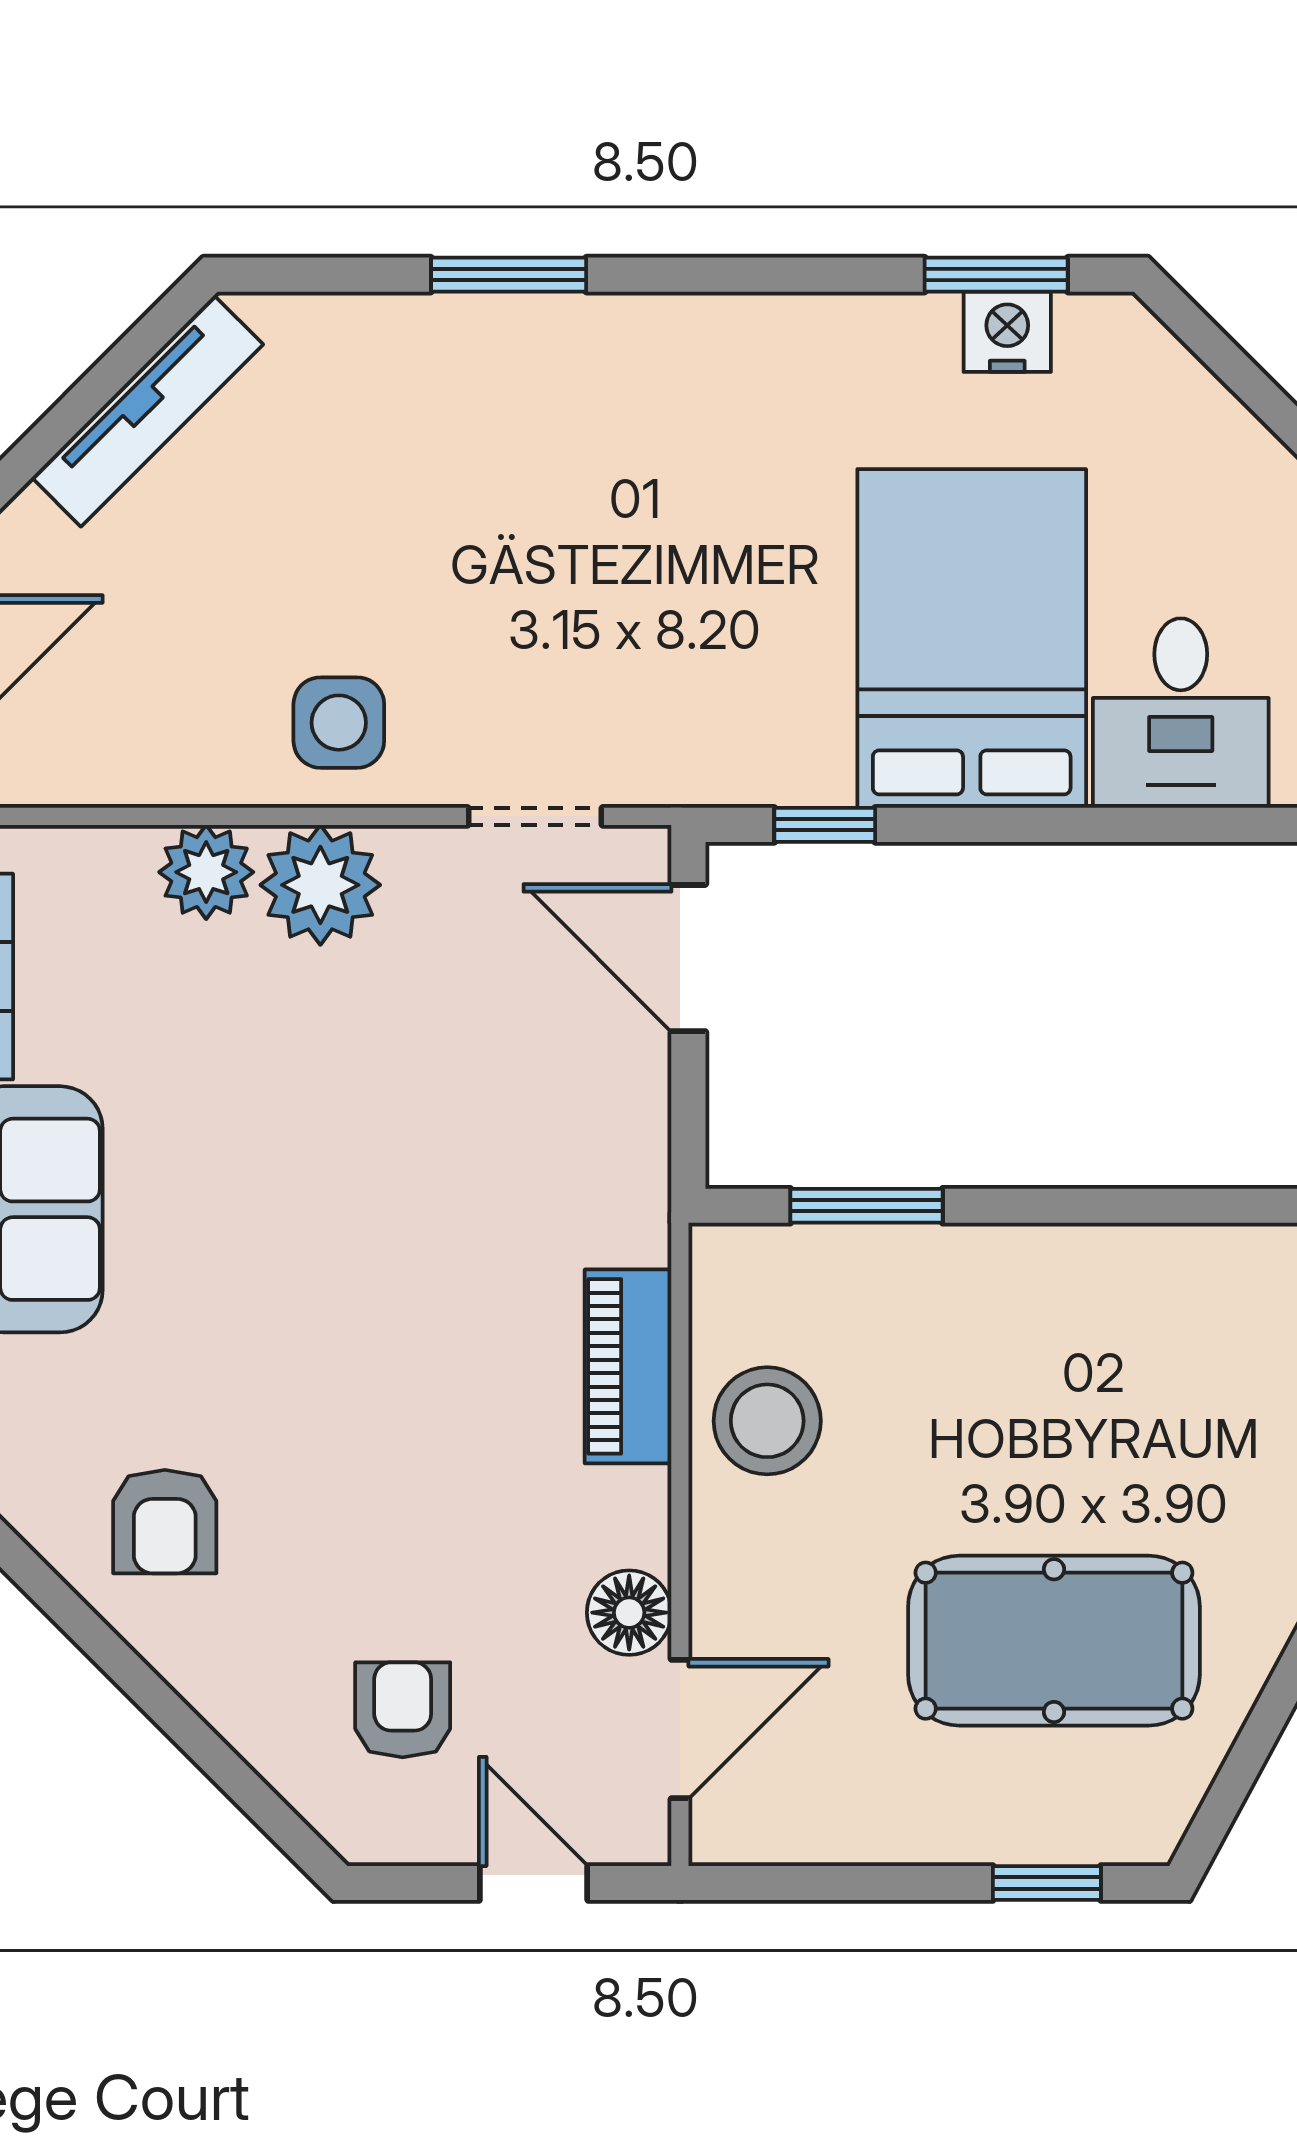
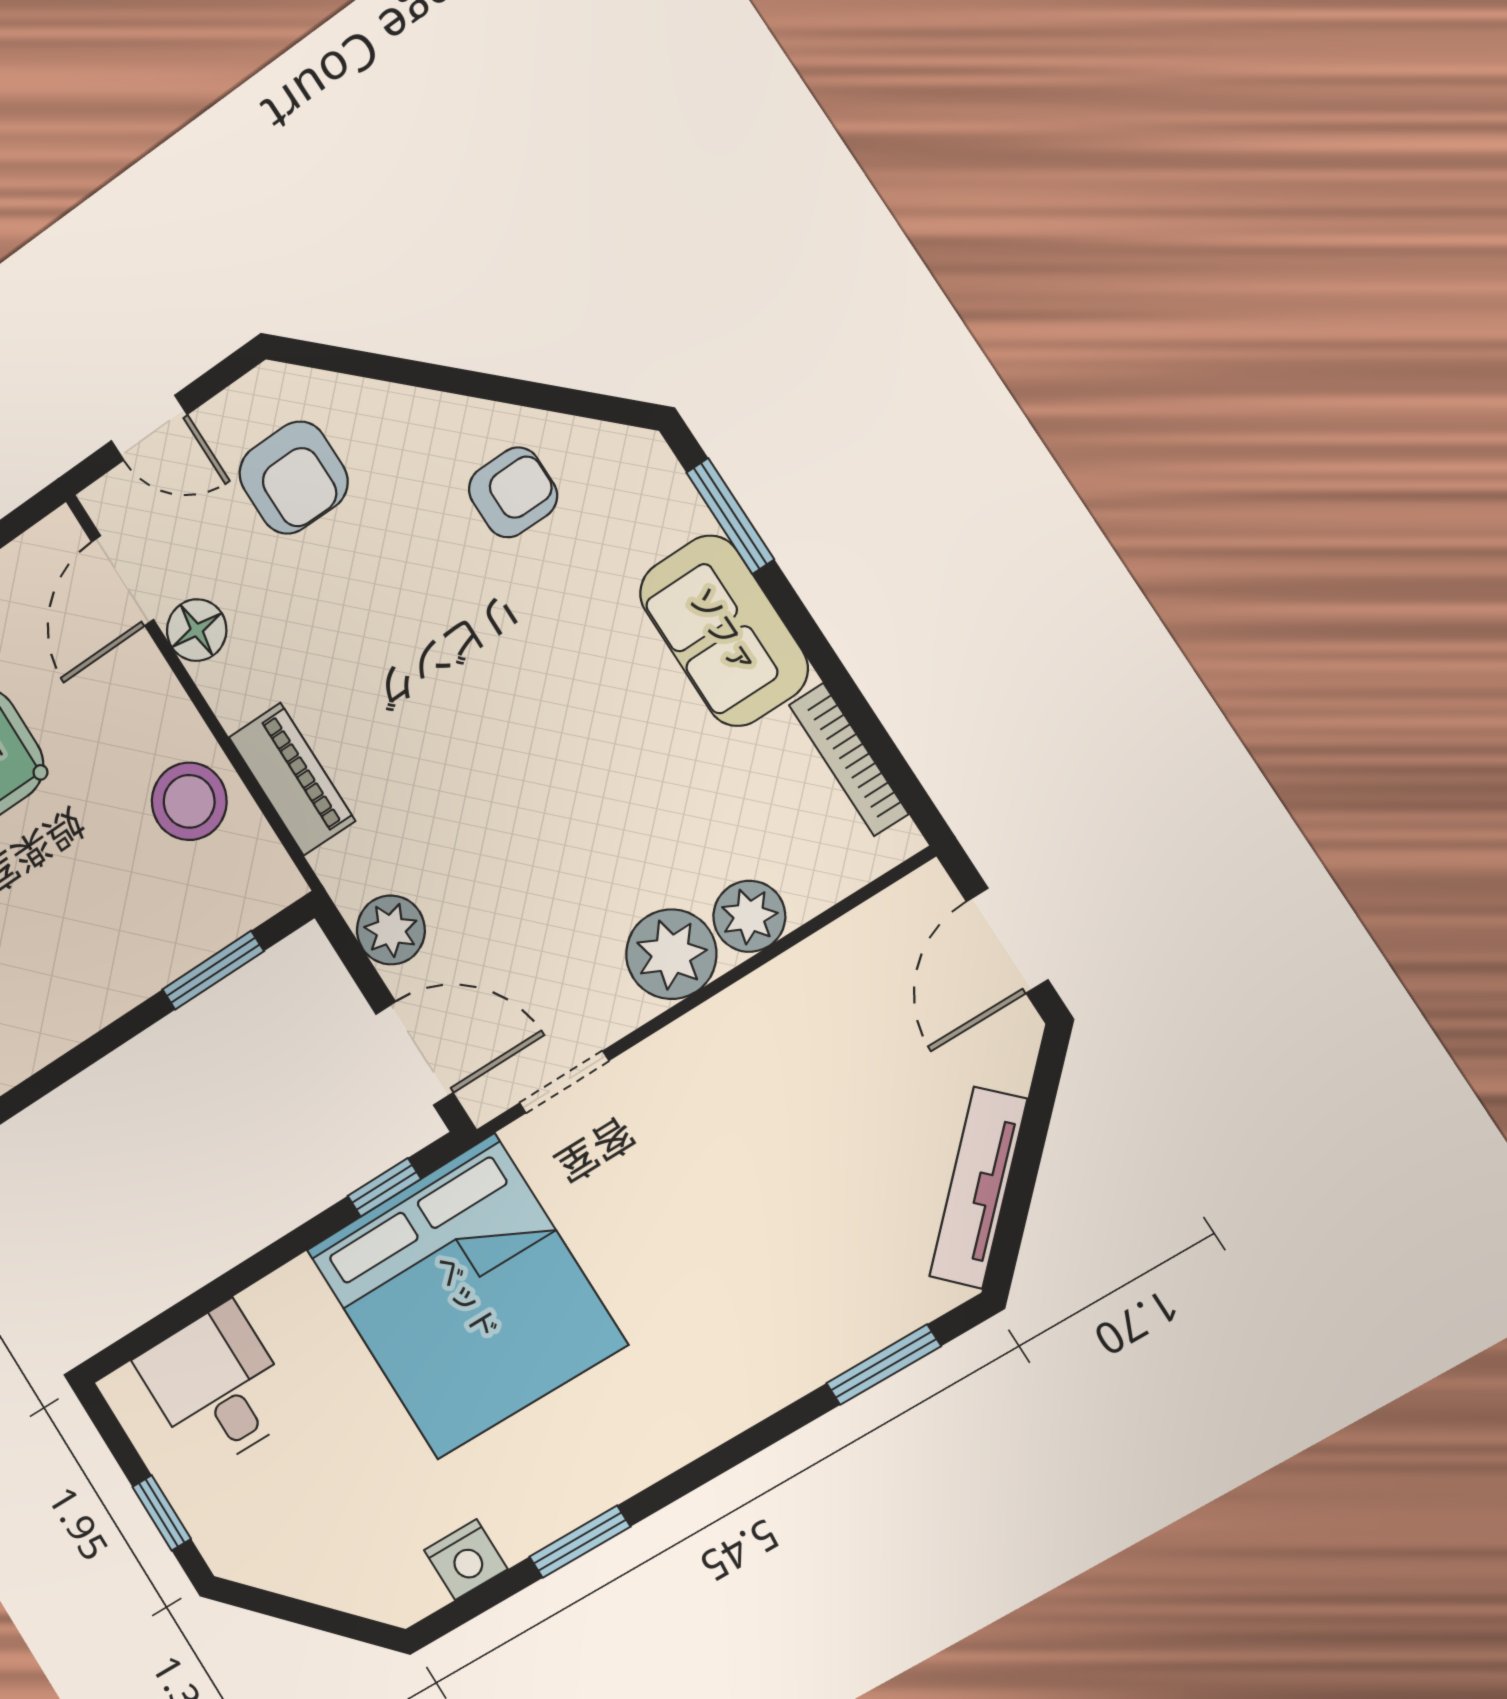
window: (509, 275) -> (884, 1365), moved
window: (996, 275) -> (580, 1542), moved
bed: (972, 638) -> (466, 1297), moved, width x1.36
side table: (339, 723) -> (725, 1064), removed
plant: (624, 1118) -> (391, 930), added
armchair: (165, 1522) -> (513, 492), turned 90
armchair: (403, 1710) -> (293, 478), width x1.38, depth x1.38

